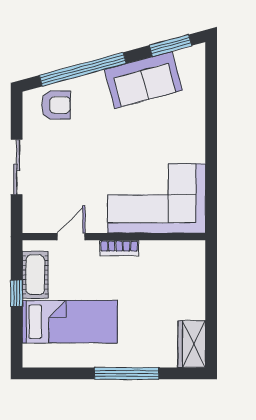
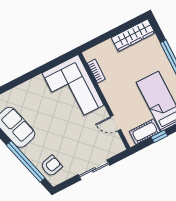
armchair: (56, 105) -> (51, 166), turned 77
bookcase: (119, 248) -> (96, 71), moved
wardrobe: (192, 344) -> (133, 35), width x1.50

